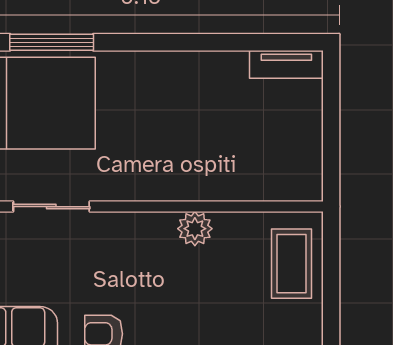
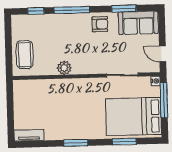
window: (52, 42) -> (124, 142), width x0.69
window: (171, 42) -> (76, 143), added

